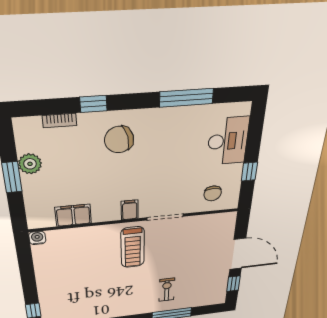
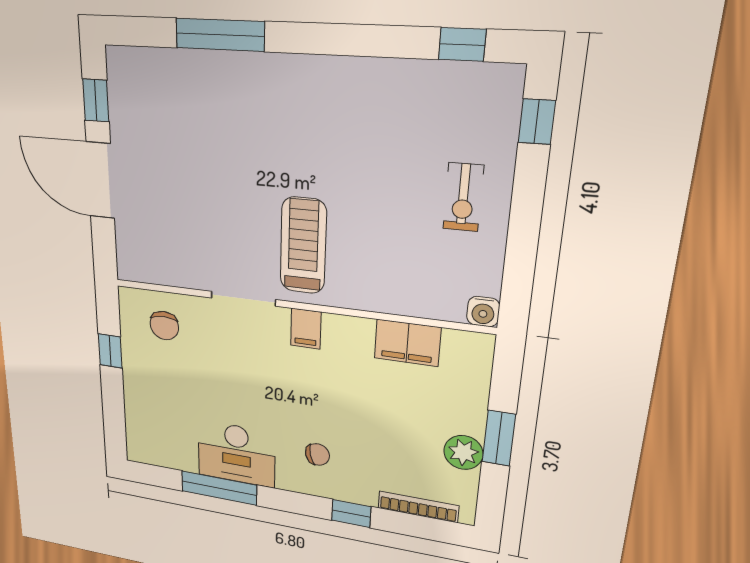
bookcase: (60, 121) -> (418, 507), width x1.56
chair: (119, 140) -> (317, 454), width x0.54, depth x0.54
desk: (228, 141) -> (236, 454), moved, turned -90
chair: (213, 193) -> (164, 326), turned 180
exercise bike: (167, 290) -> (463, 197), moved

